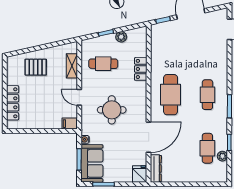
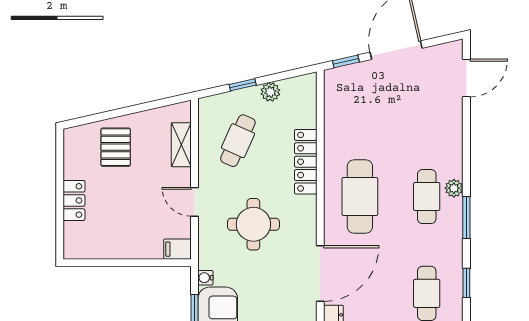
cafe table: (103, 64) -> (238, 141), turned -66
pallet: (36, 67) -> (116, 147), turned 90
locker: (141, 69) -> (306, 162), width x1.53
locker: (13, 103) -> (74, 200), width x0.66
plant: (222, 156) -> (454, 188), moved

